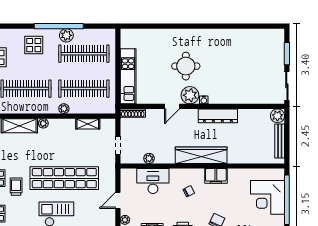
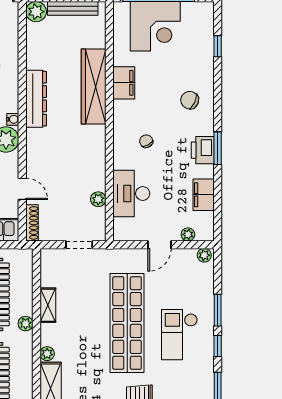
door: (172, 106) -> (22, 189), moved
shelving: (88, 124) -> (48, 305), moved
wardrobe: (201, 155) -> (94, 87), moved
filing cabinet: (216, 176) -> (124, 83), moved
door: (118, 200) -> (160, 245), hinge flipped

